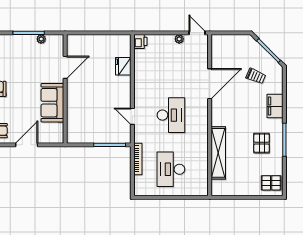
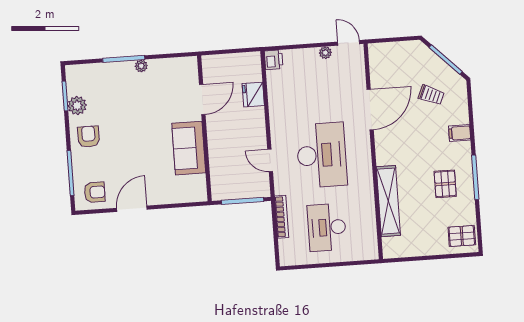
door: (65, 67) -> (202, 100), moved
wall: (65, 89) -> (204, 128), moved
sofa: (52, 103) -> (189, 148), moved
filing cabinet: (275, 106) -> (460, 133), width x0.50
desk: (171, 115) -> (322, 155), width x1.36, depth x1.30

